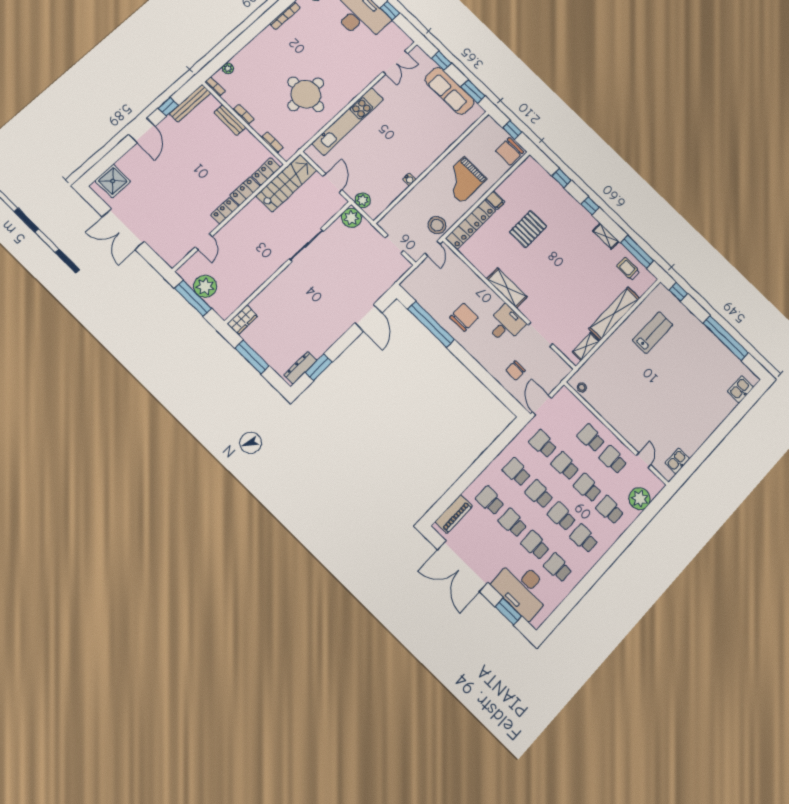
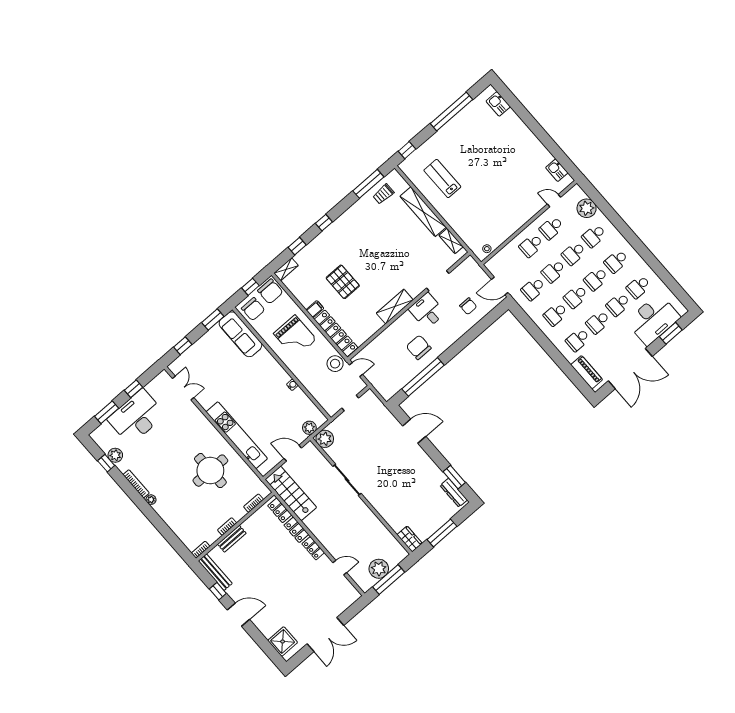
plant: (228, 68) -> (151, 500), moved
sofa: (449, 91) -> (240, 334), moved, turned 90
chair: (488, 134) -> (253, 309), added
shelving: (606, 236) -> (286, 269), moved

